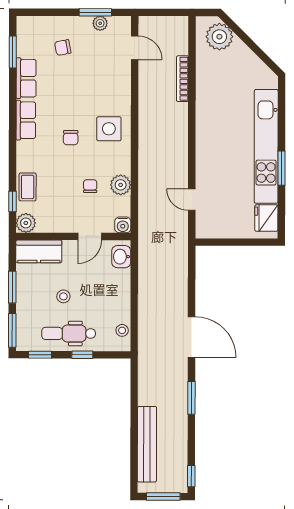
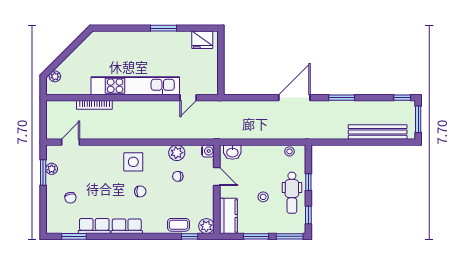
plant: (219, 37) -> (55, 76), width x0.53, depth x0.53
kitchen unit: (266, 146) -> (135, 86), moved, turned 180

